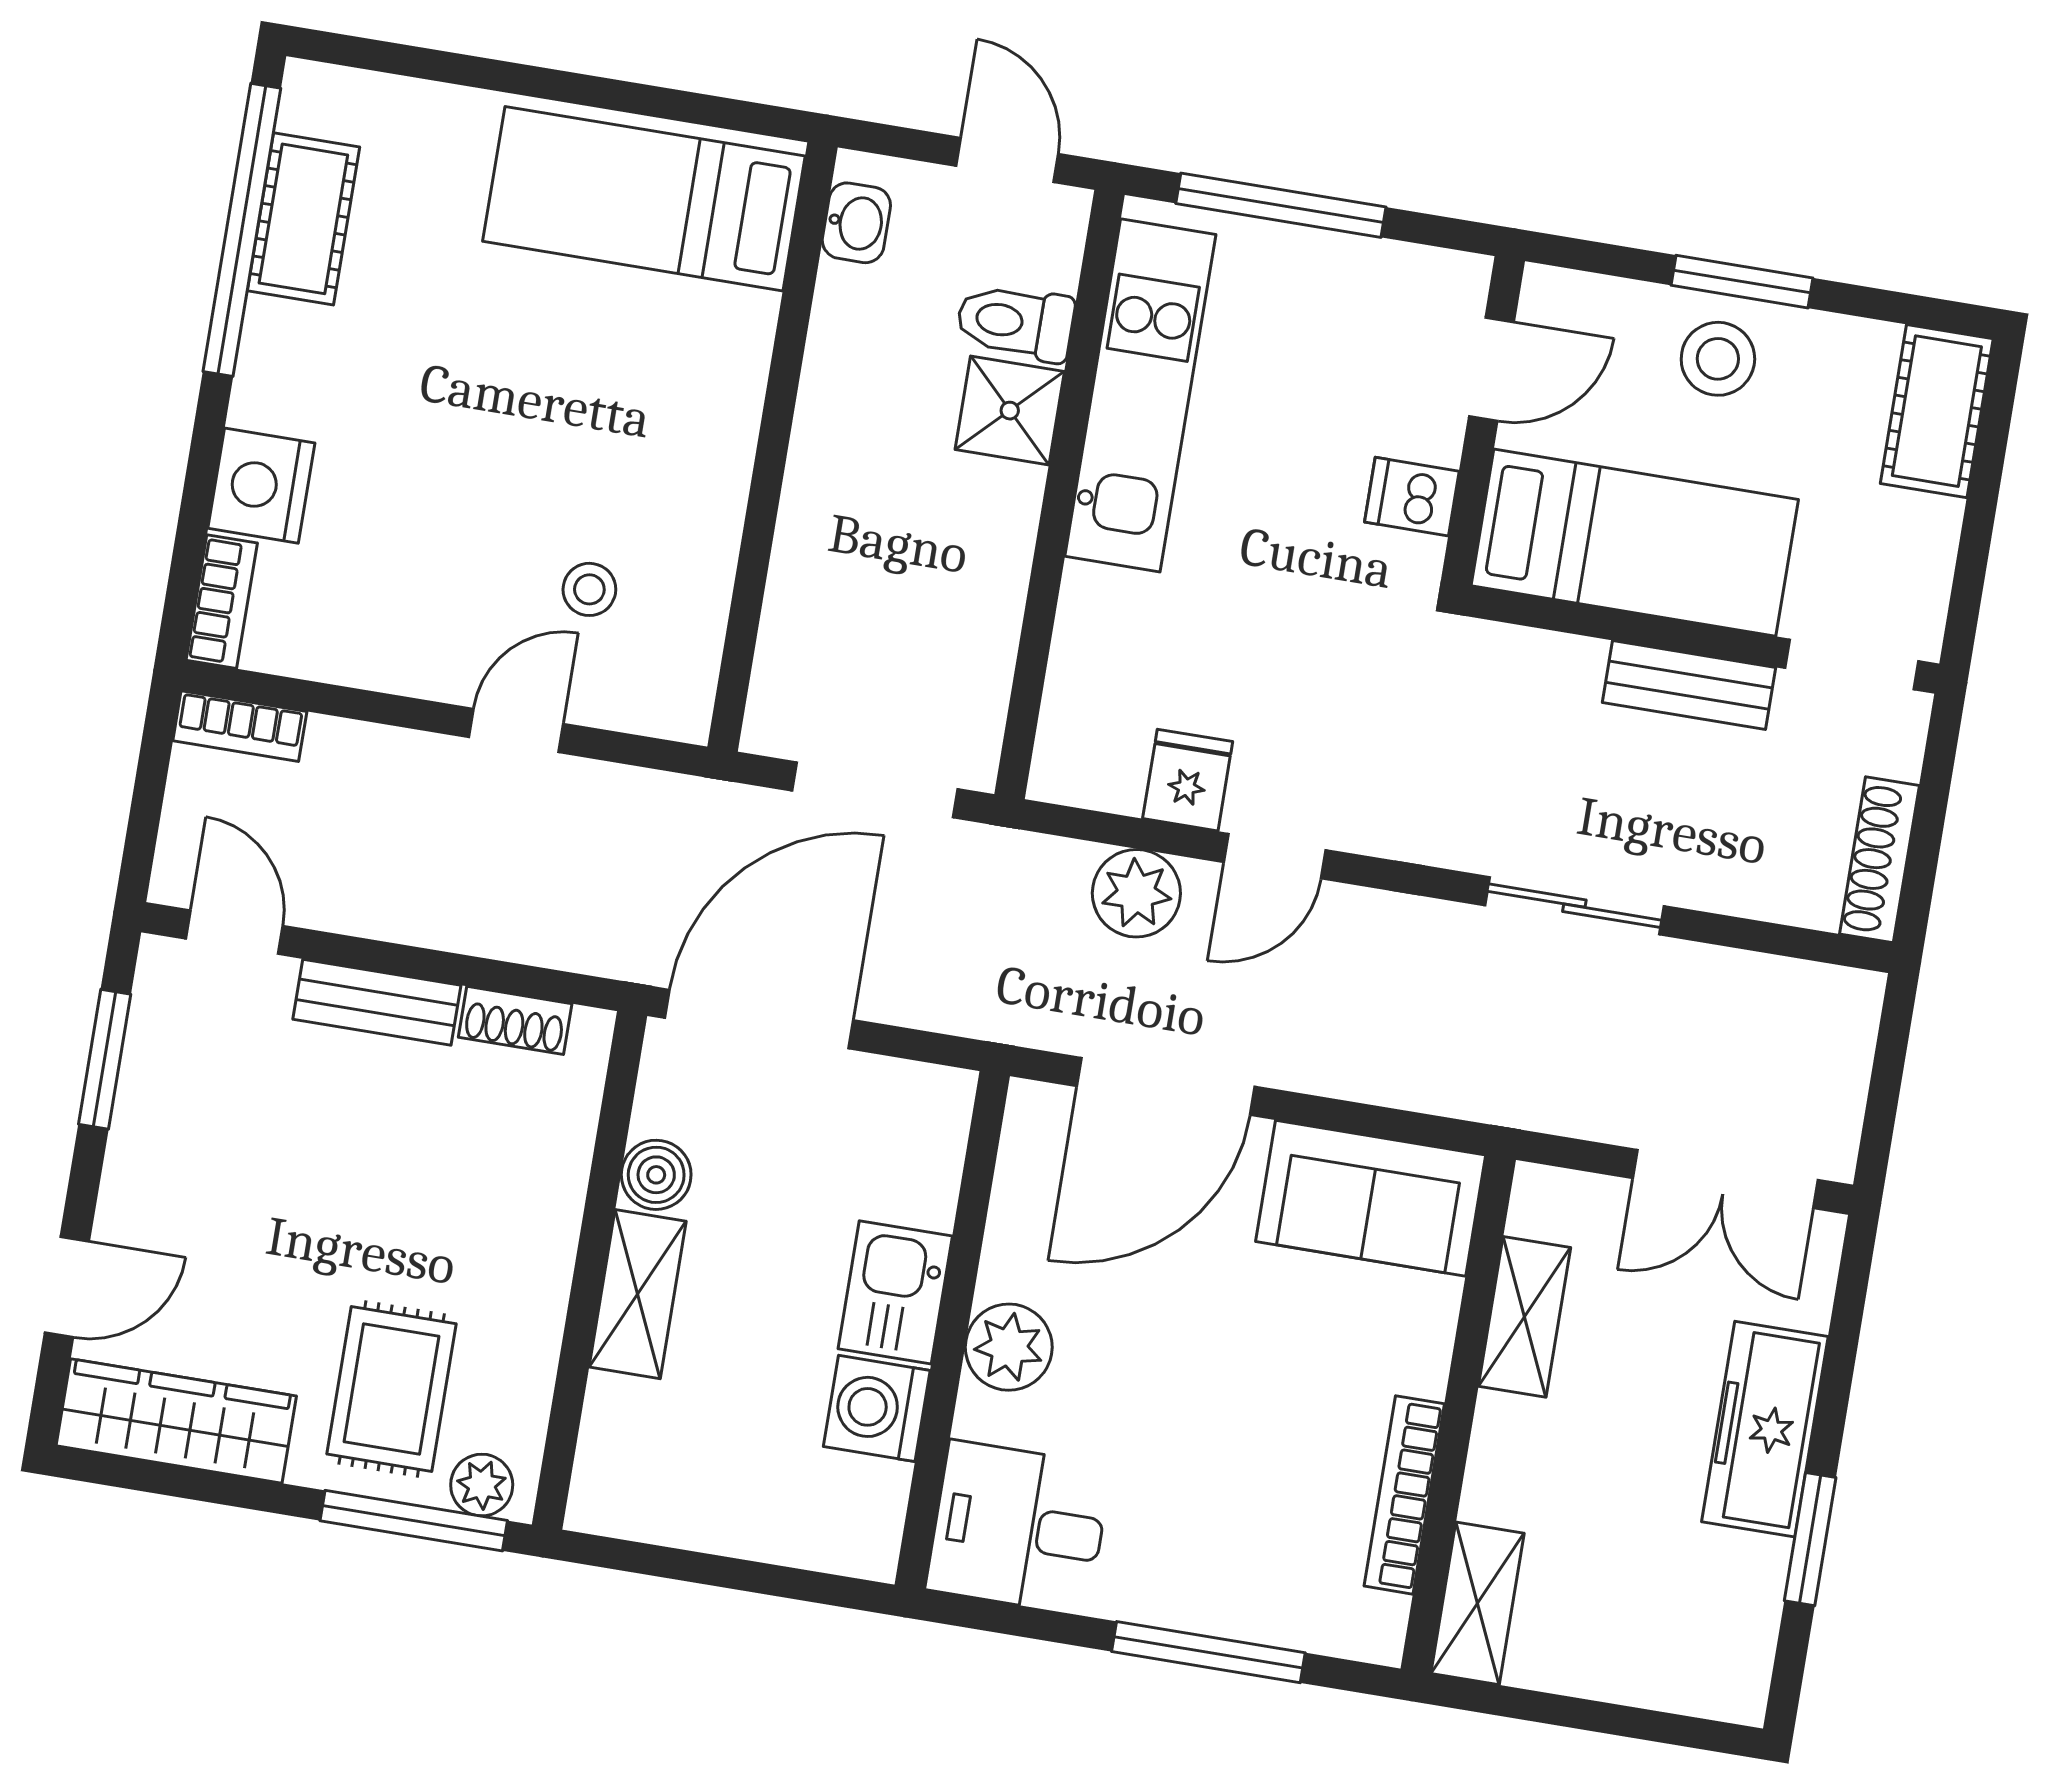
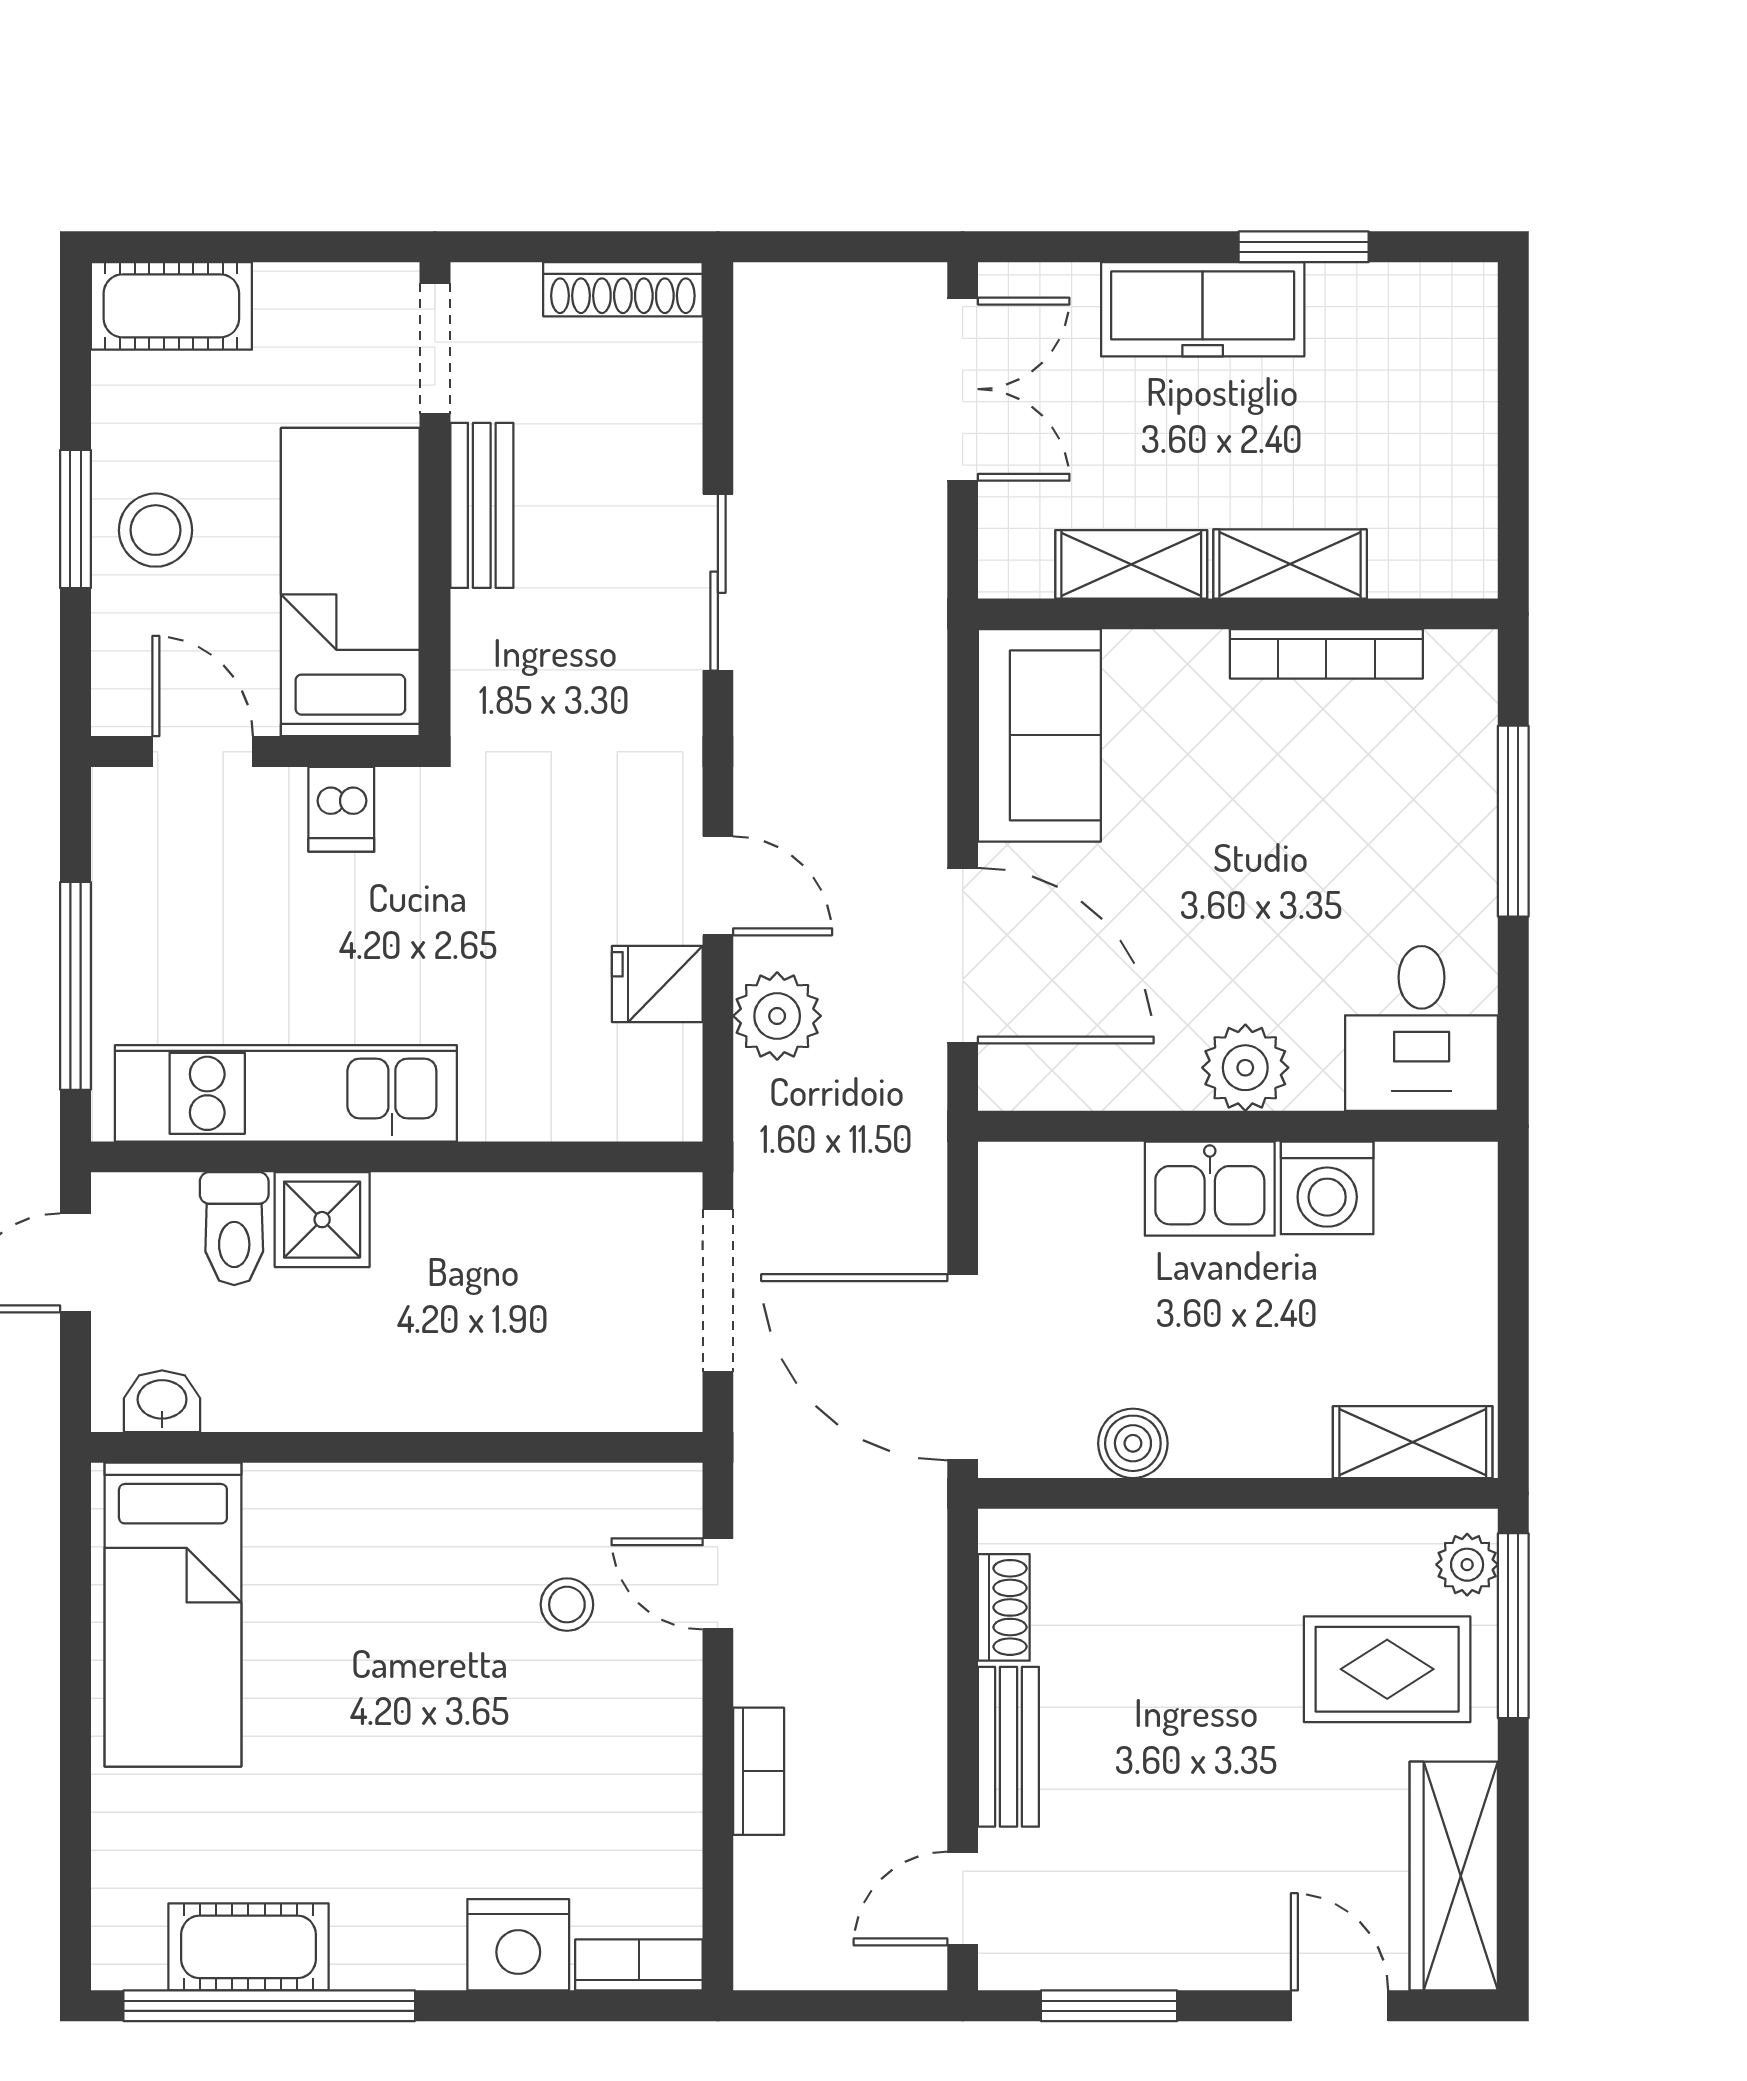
bookcase: (240, 726) -> (759, 1771), moved
door: (516, 731) -> (718, 1584), moved
shelving: (638, 1294) -> (1413, 1442), moved
shelving: (1477, 1603) -> (1290, 564), moved

